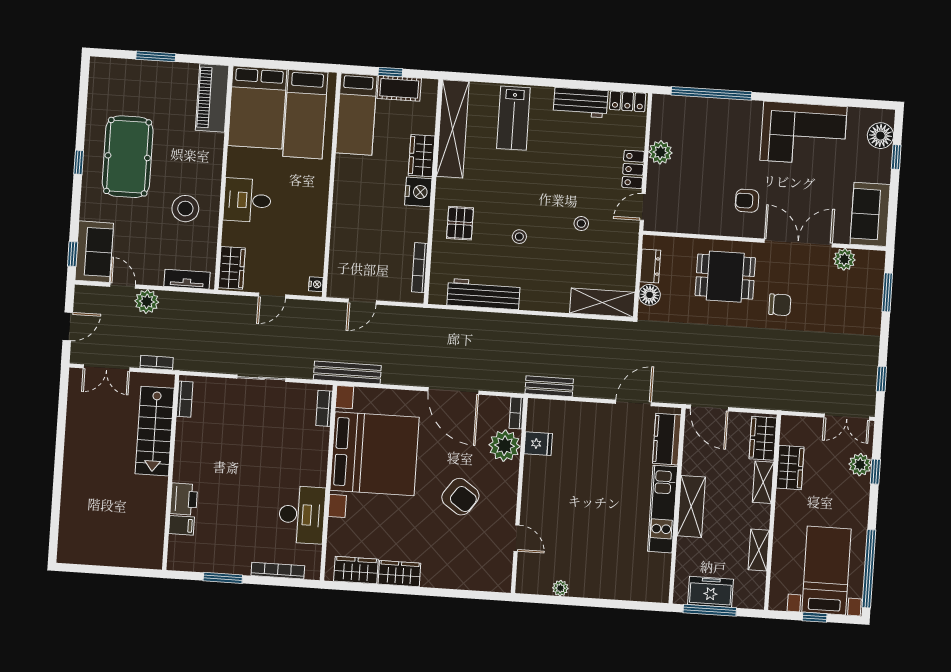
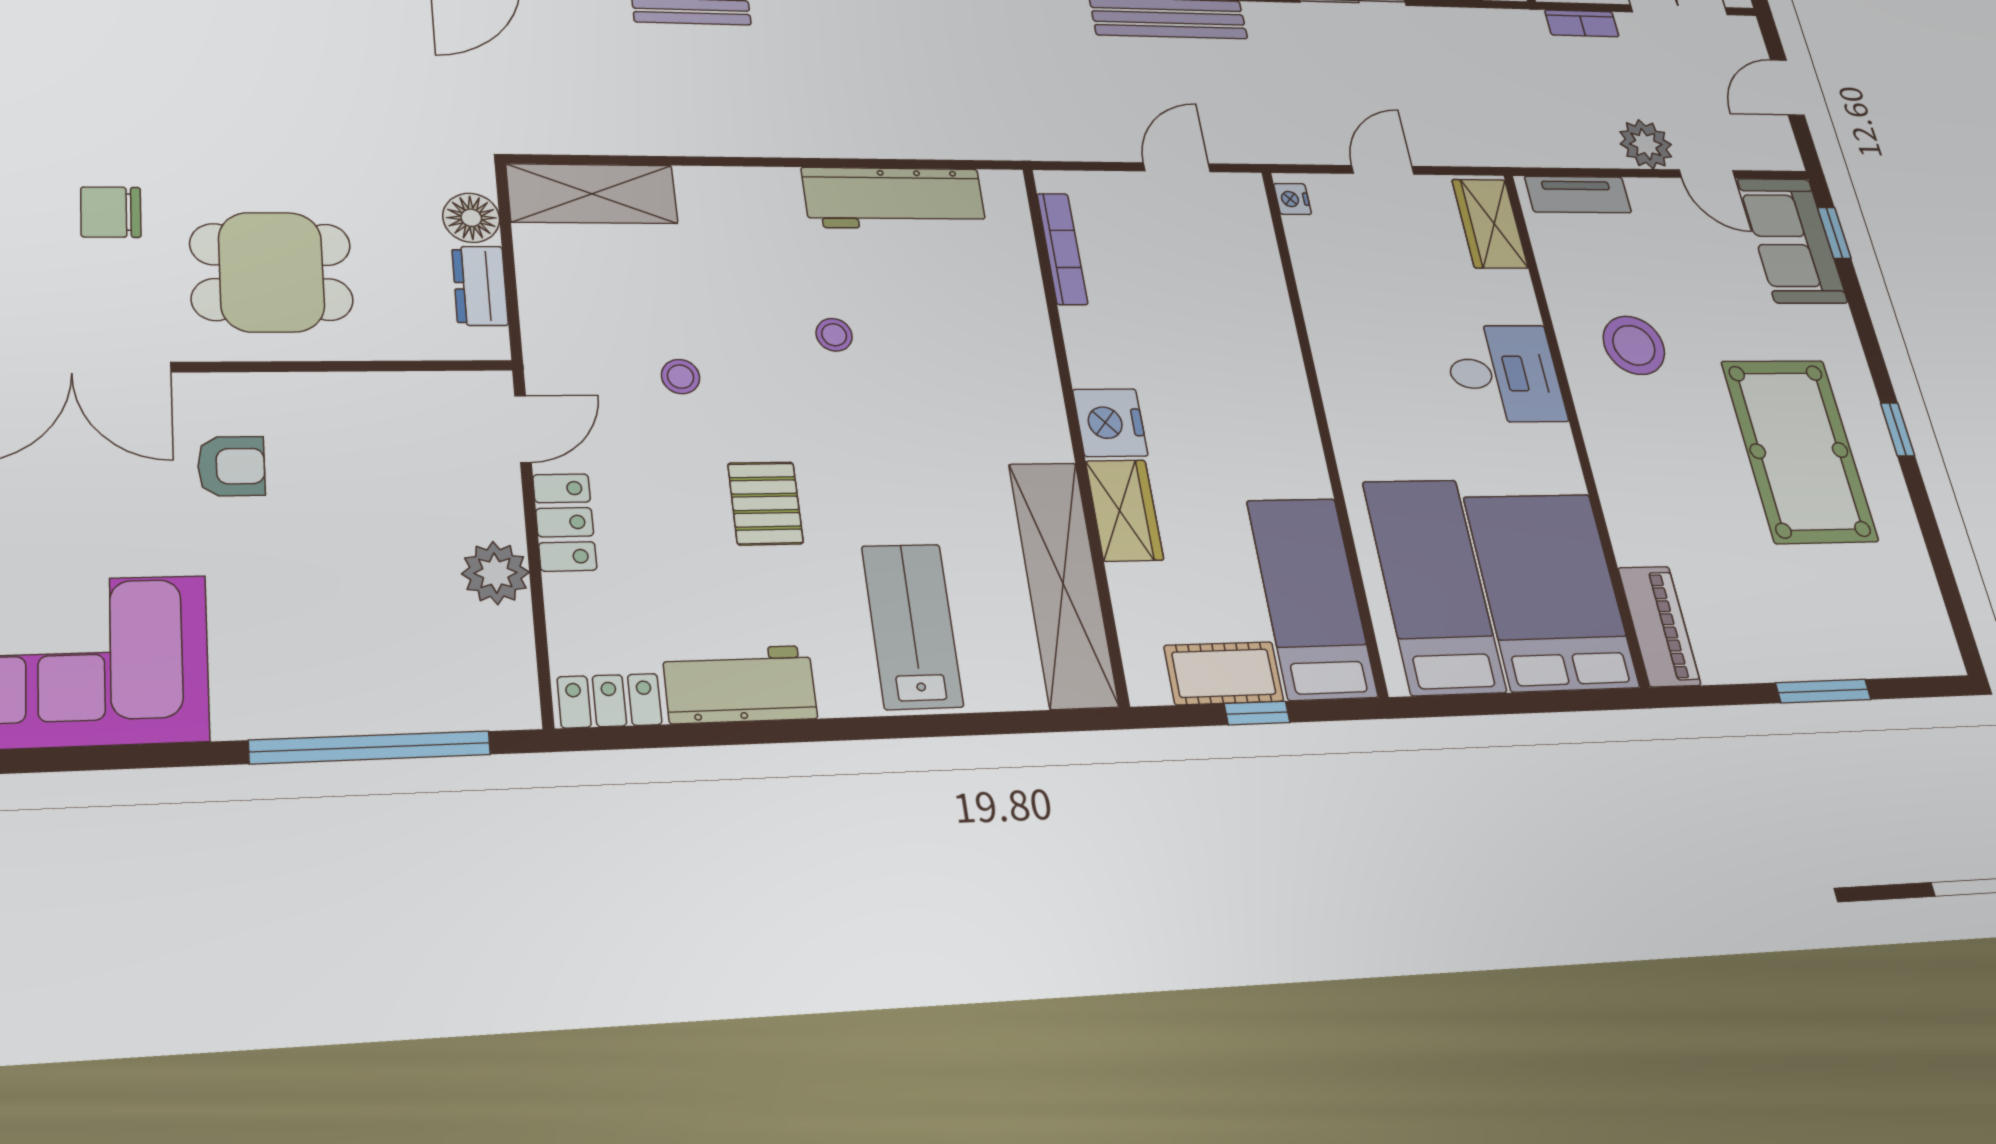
piano: (212, 98) -> (1659, 626), width x0.73, depth x0.75
pallet: (460, 223) -> (765, 503), moved

